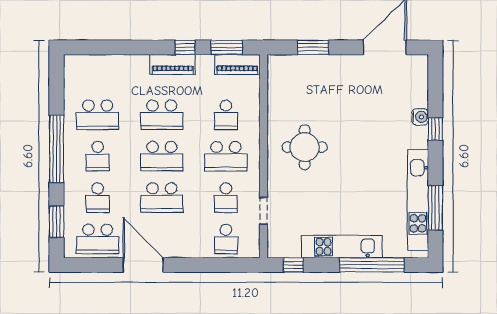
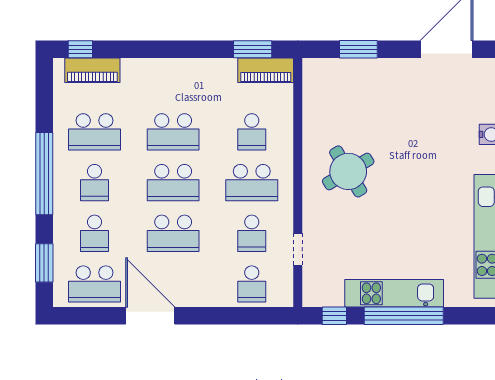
window: (185, 47) -> (80, 49), moved
piano: (173, 65) -> (92, 70), moved
round table: (305, 147) -> (348, 171), turned -31
window: (372, 265) -> (404, 316), moved

